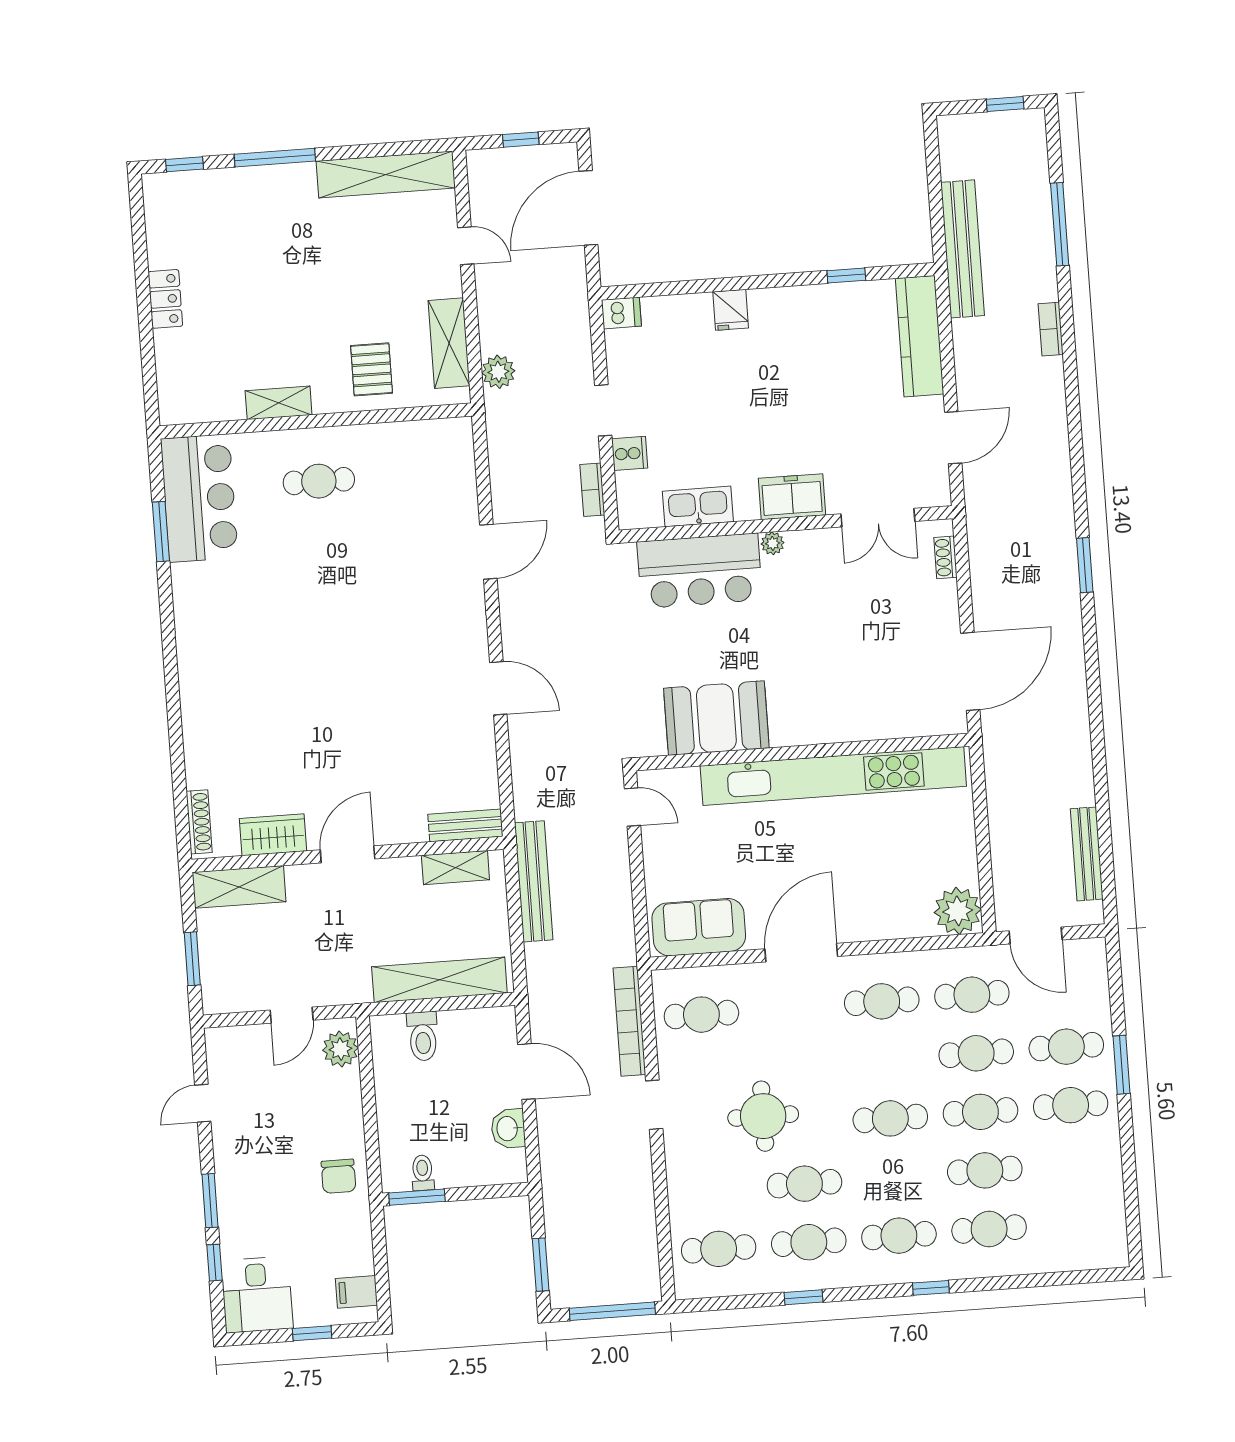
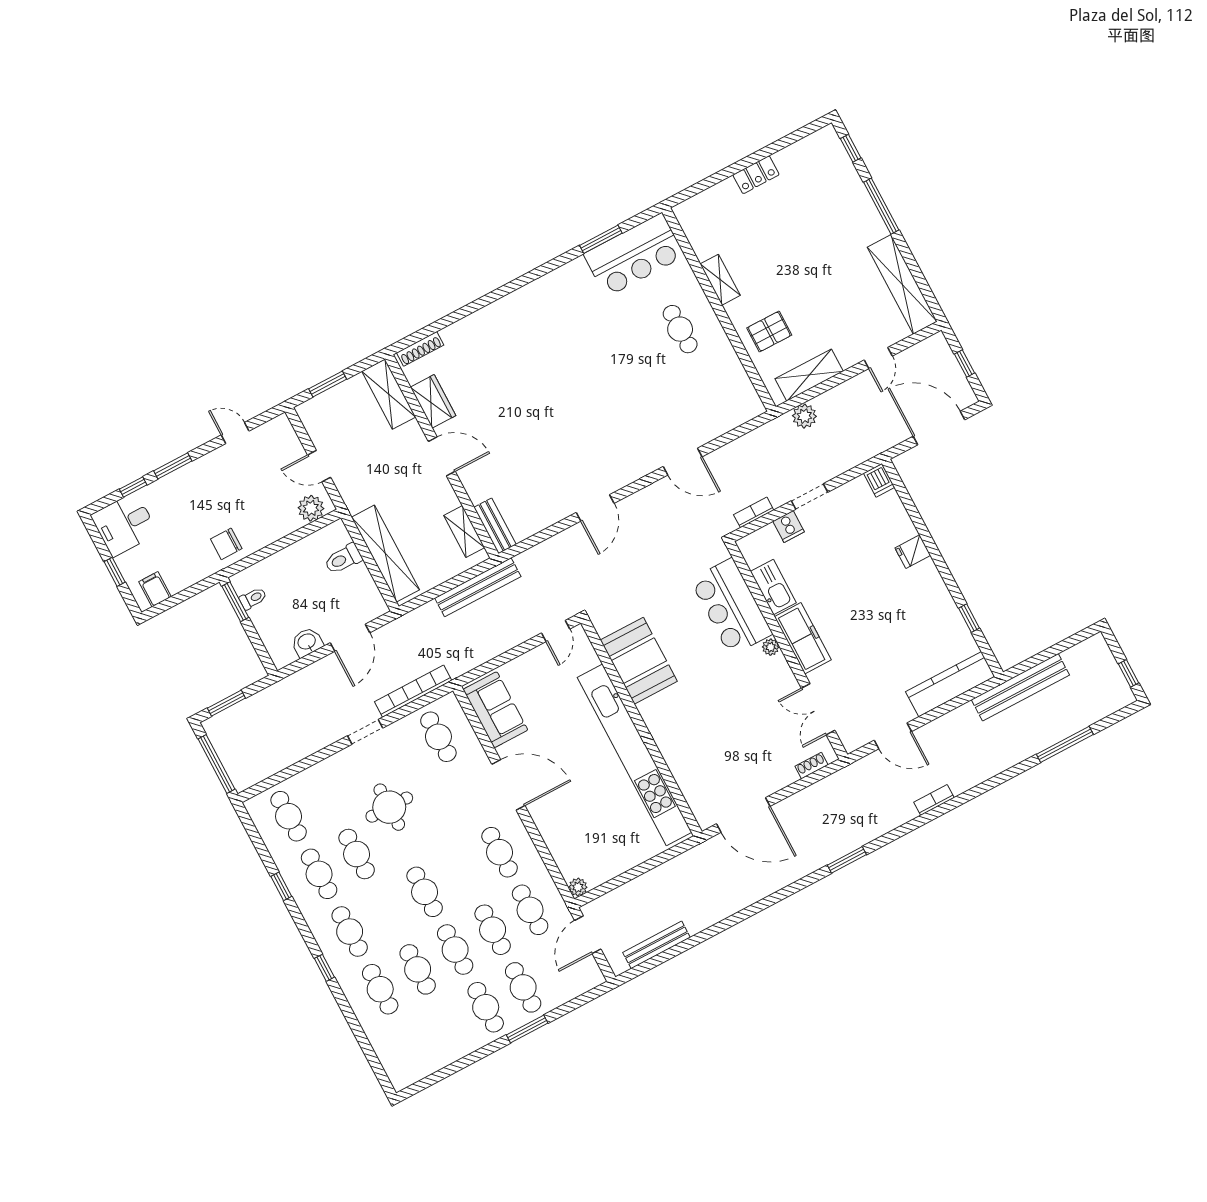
bookcase: (1051, 329) -> (934, 800), moved
freezer: (792, 497) -> (803, 638), width x1.40
plant: (958, 911) -> (578, 887), width x0.53, depth x0.53

